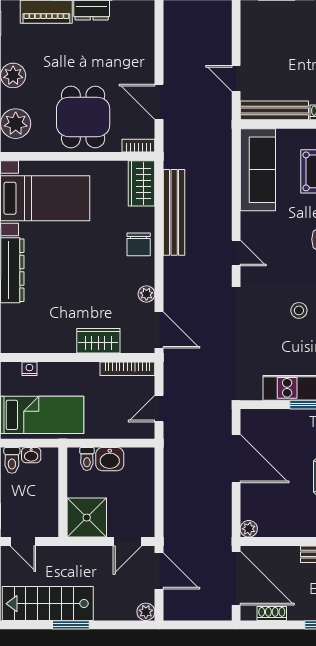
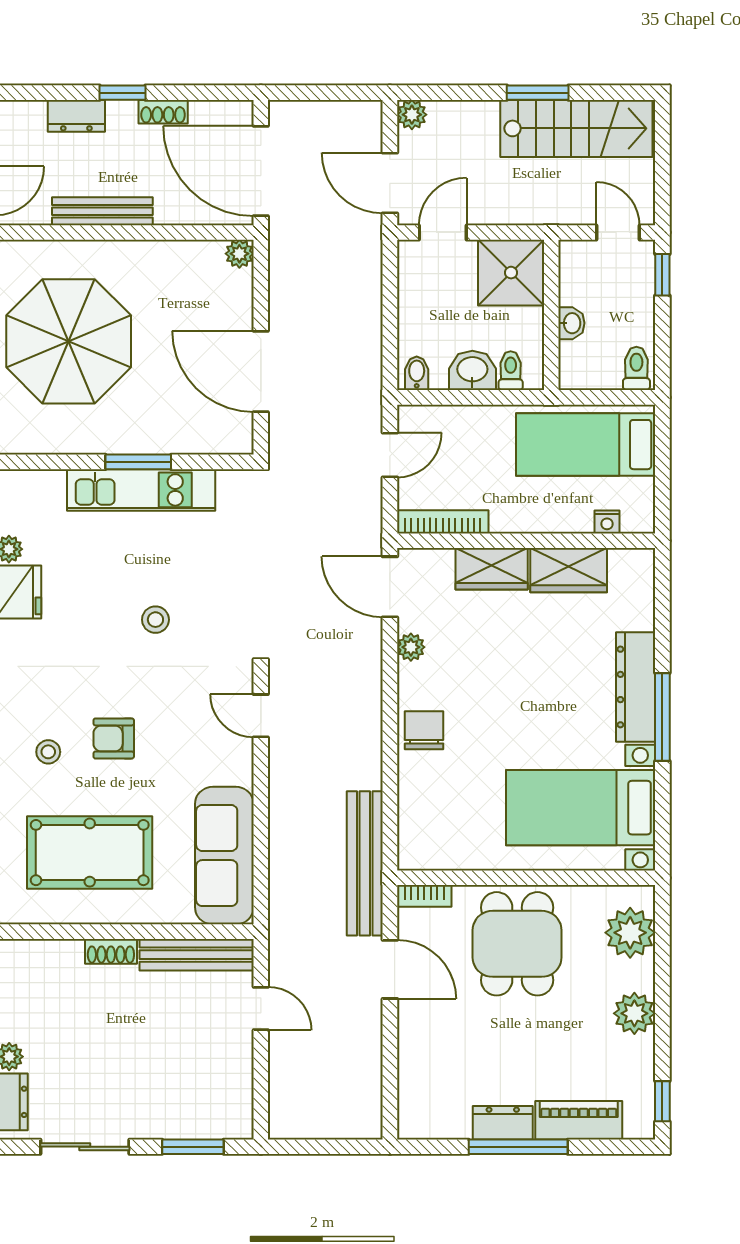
wardrobe: (142, 183) -> (569, 570), moved, turned 90
bench: (174, 212) -> (365, 863), moved
washbasin: (31, 455) -> (571, 323), moved, turned 90
bidet: (143, 457) -> (417, 373), added
shoe rack: (272, 614) -> (163, 112), moved

